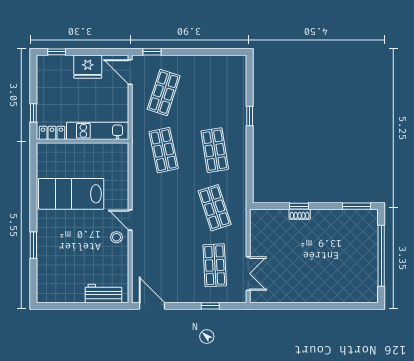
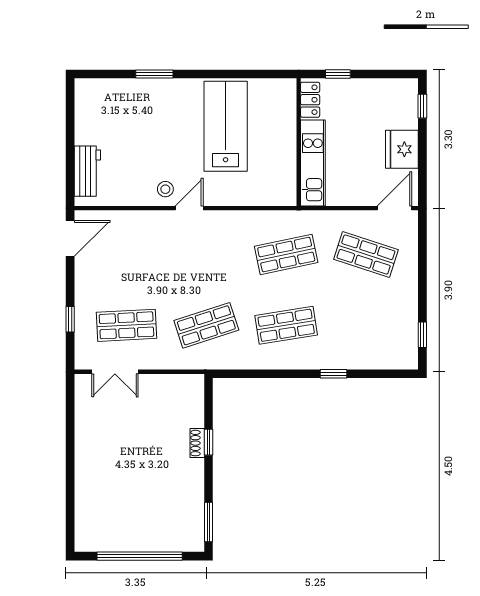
window: (152, 52) -> (422, 335), moved

